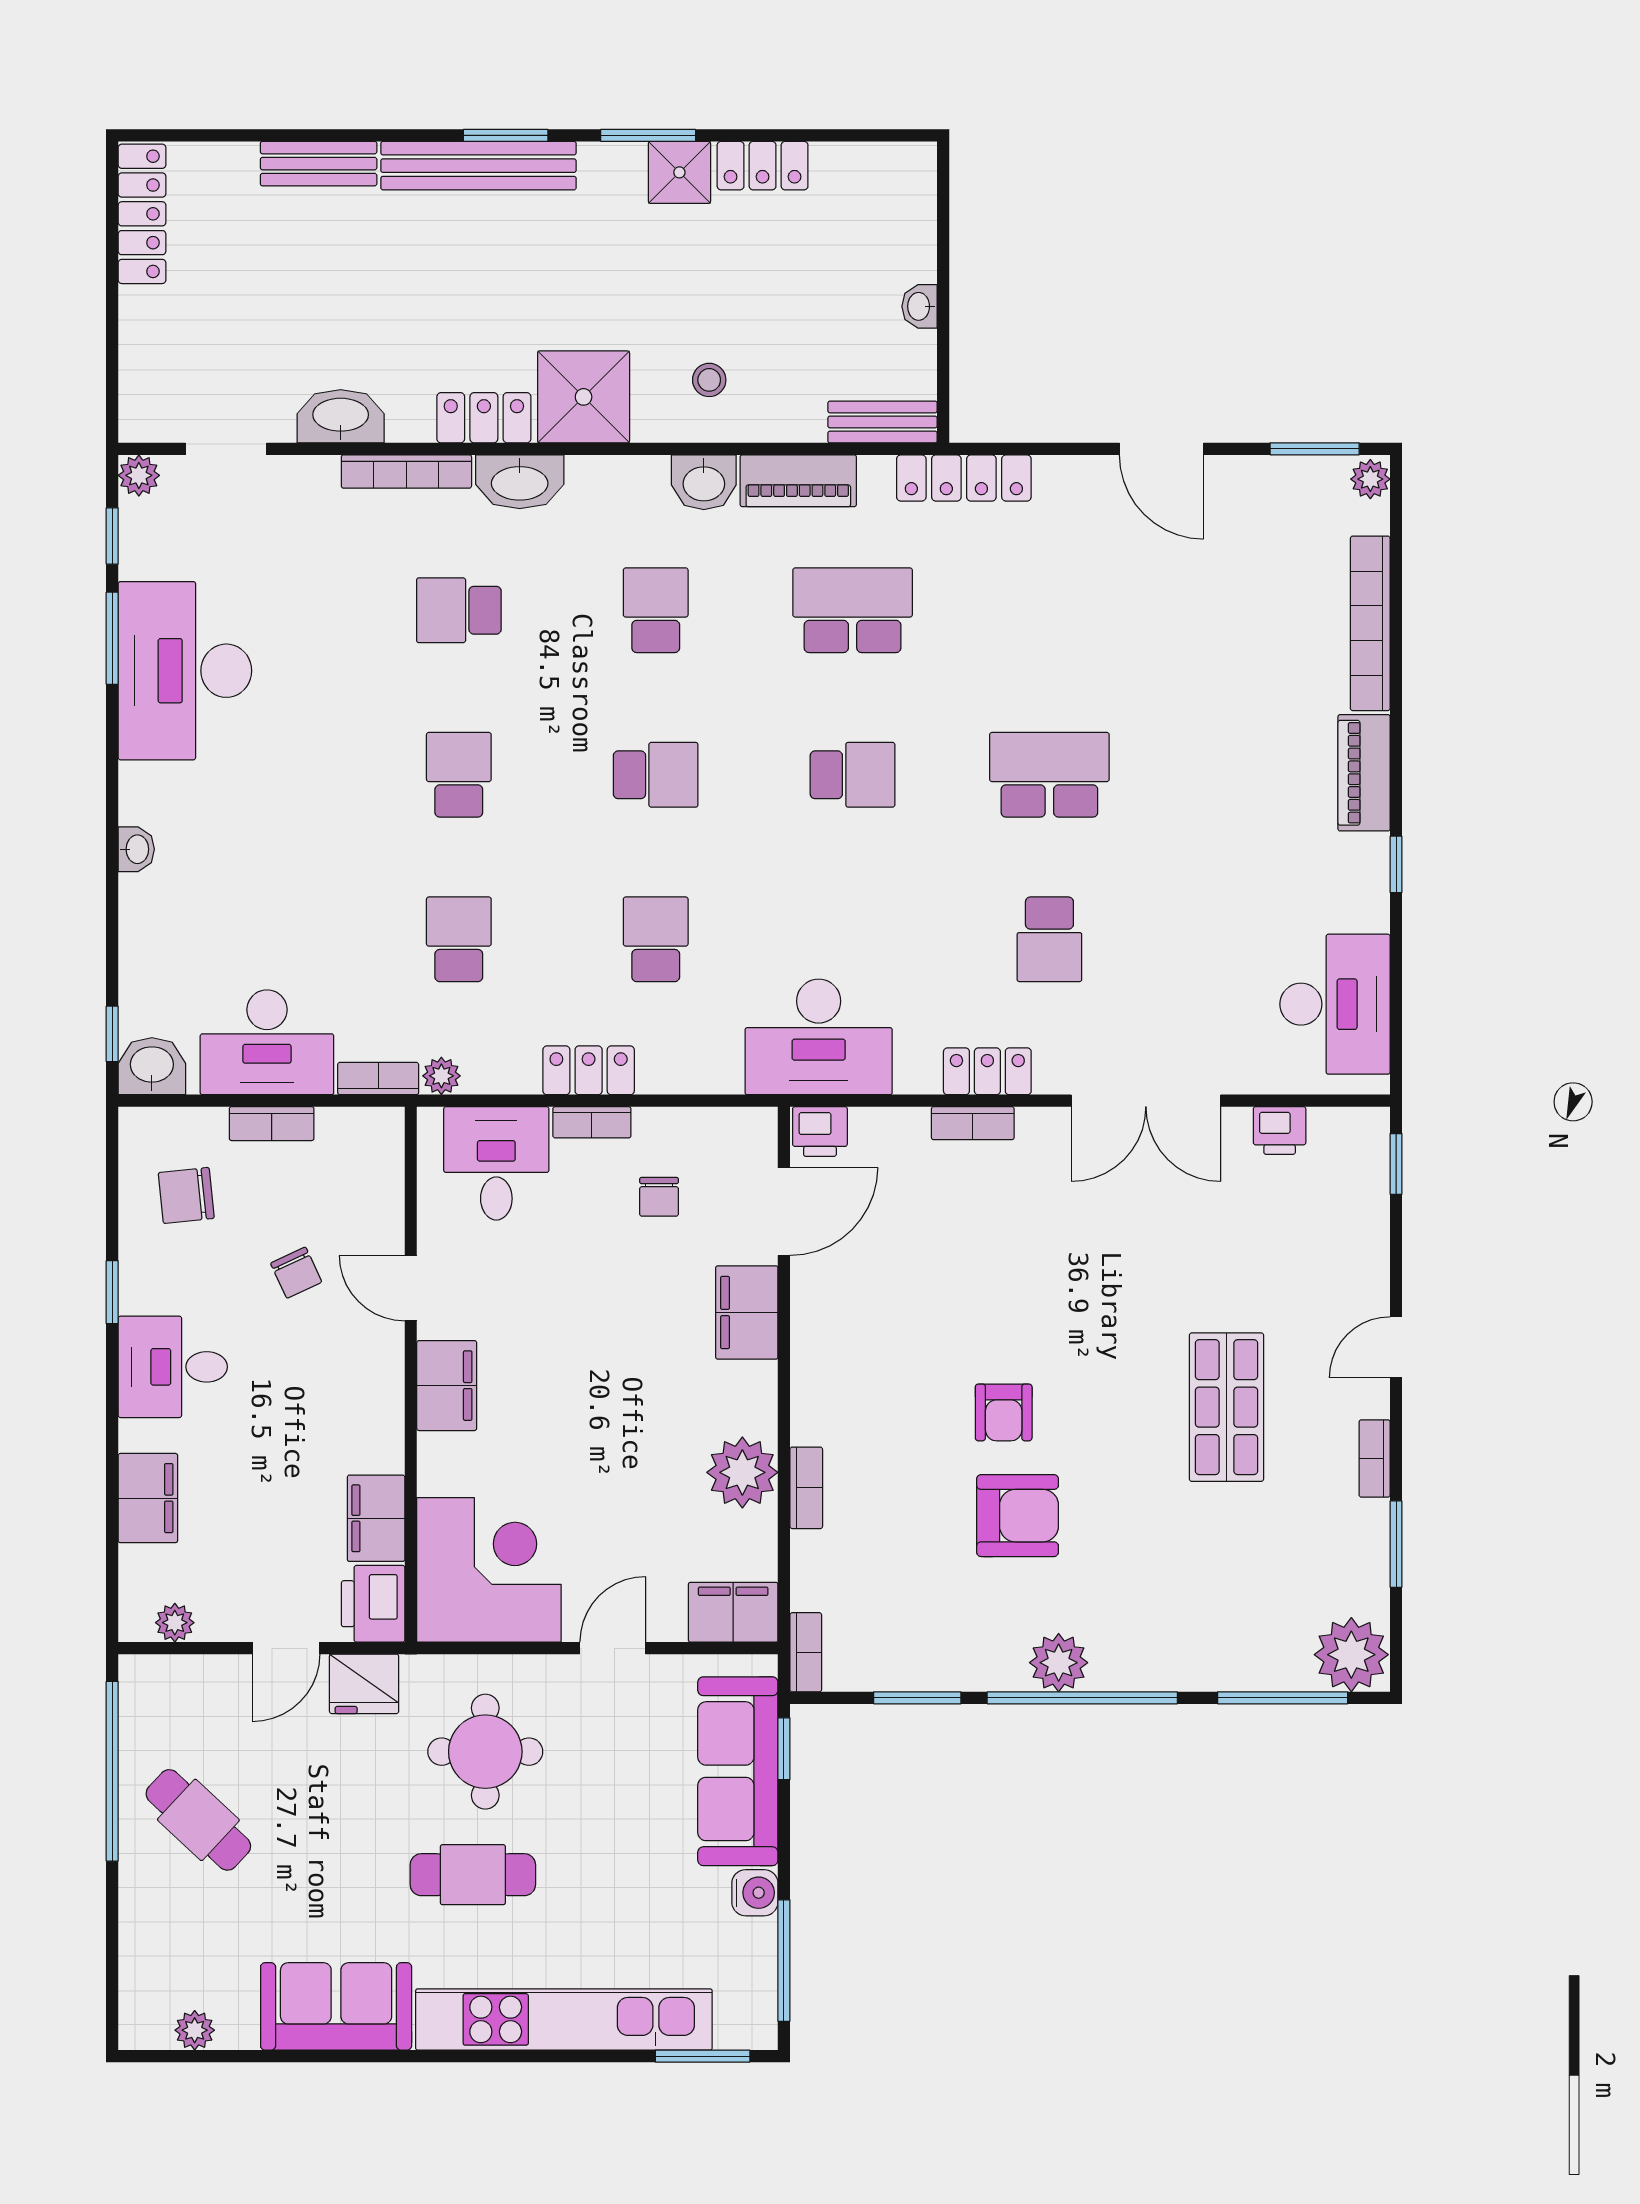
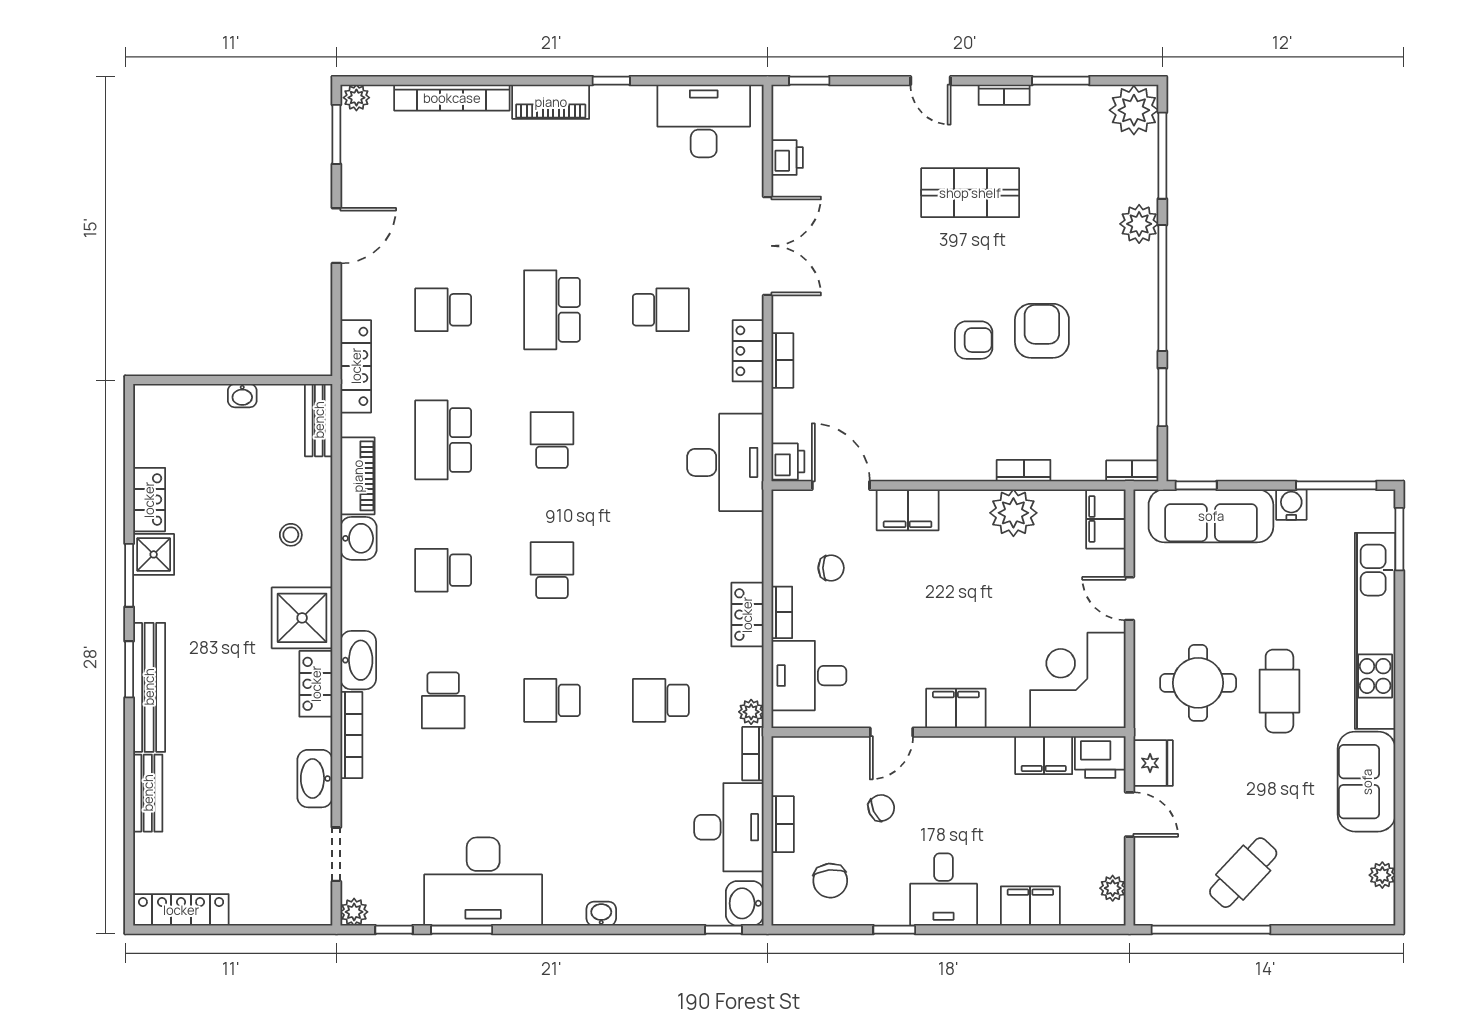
school desk: (656, 939) -> (443, 310), moved
plant: (1059, 1663) -> (1139, 224), moved

